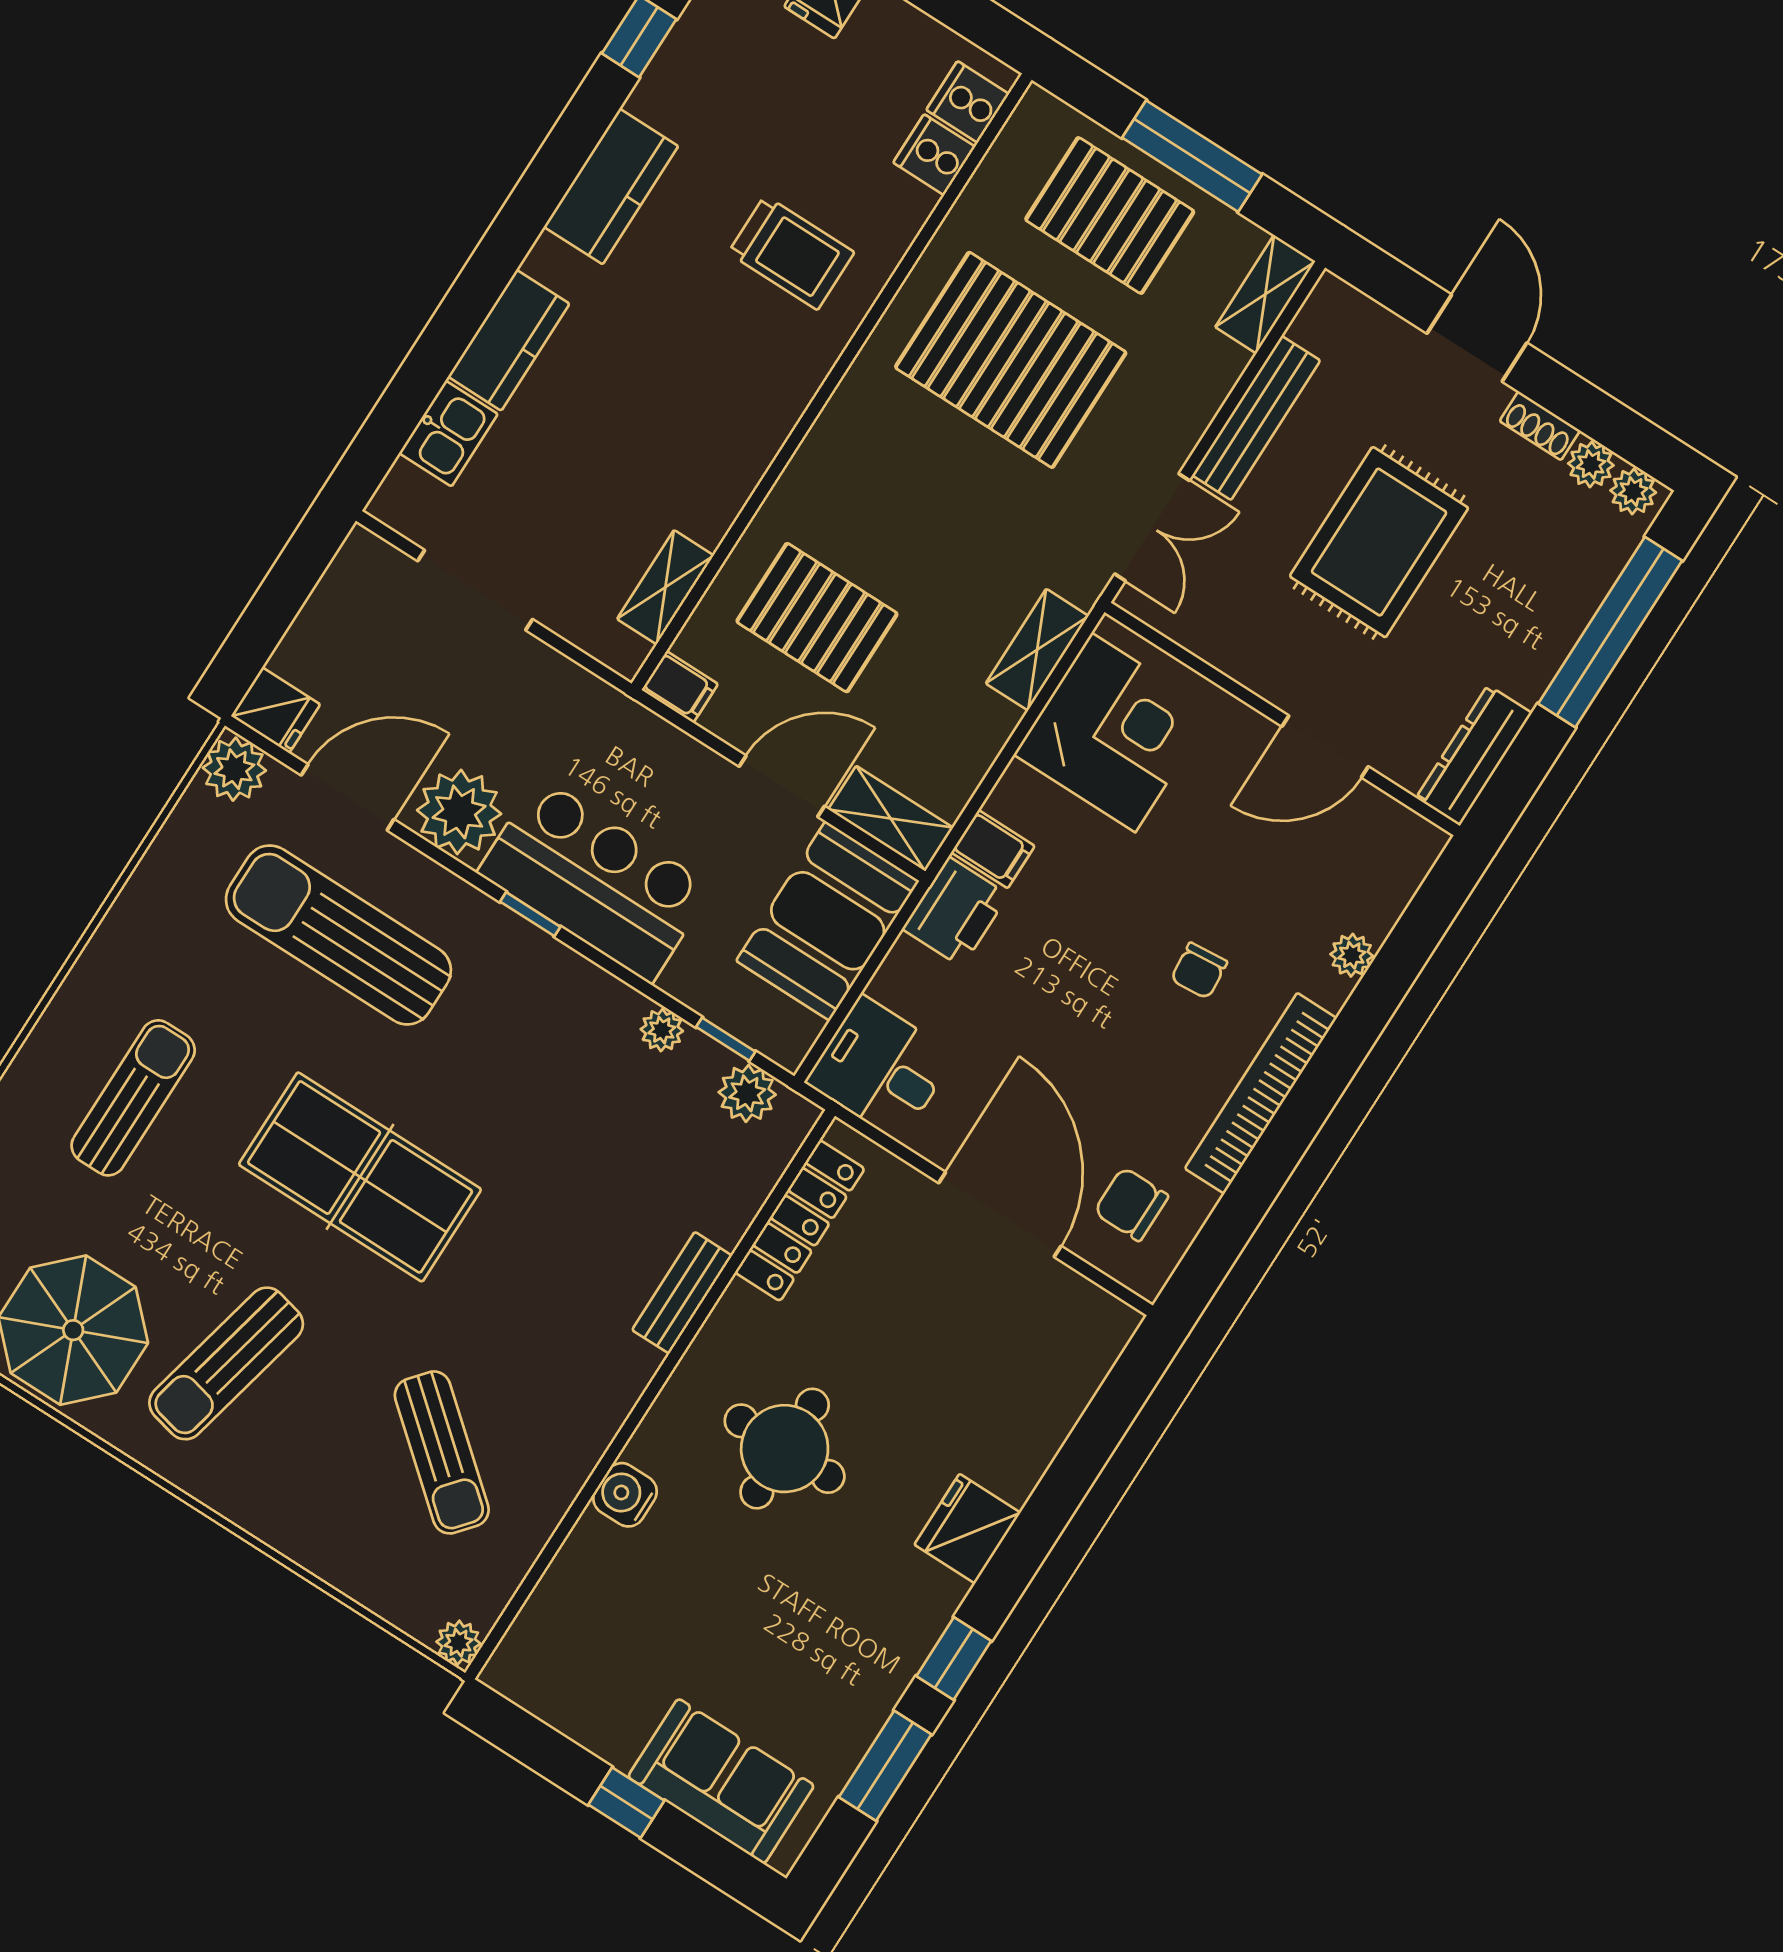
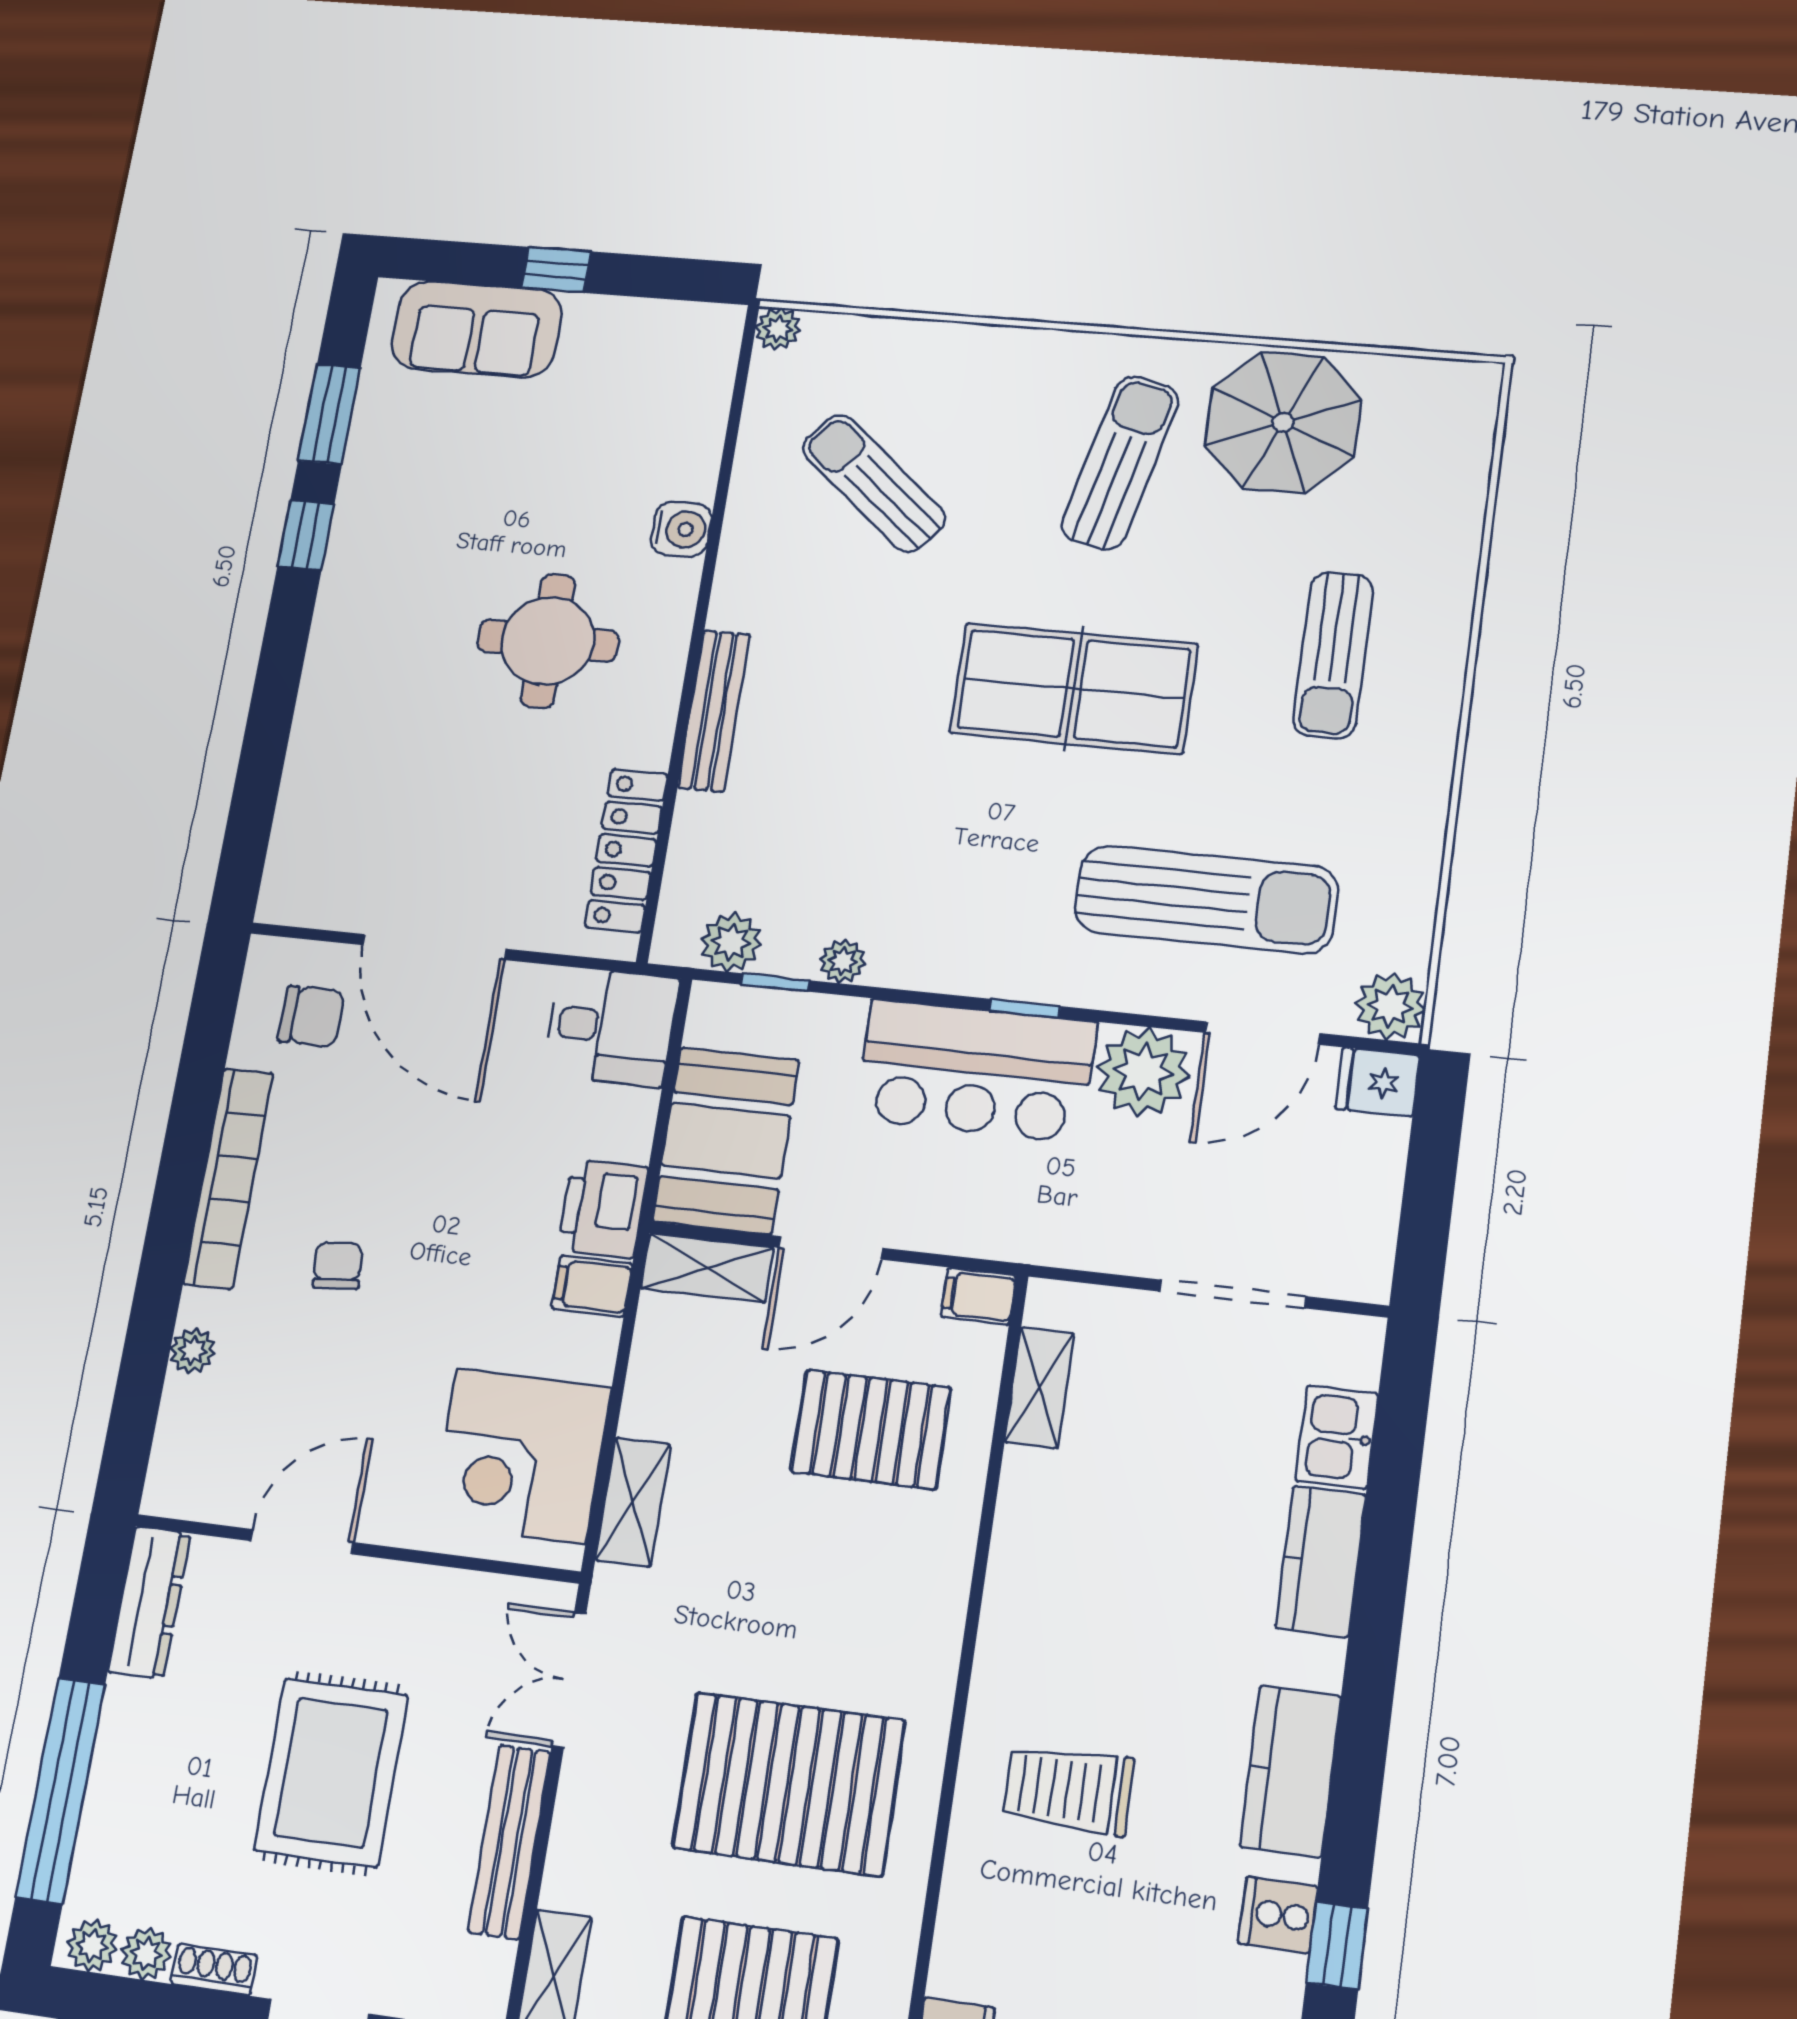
cooker: (934, 155) -> (1278, 1915), moved, turned 180
bench: (682, 1293) -> (714, 711), width x1.36
fridge: (967, 1529) -> (343, 653), removed

